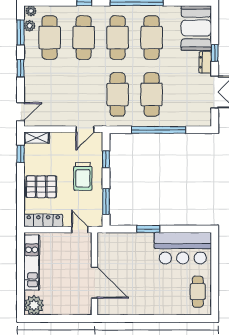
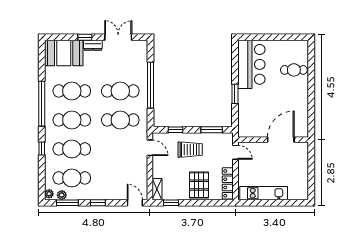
door: (80, 230) -> (236, 152), swing flipped
cafe table: (198, 292) -> (294, 70), moved
plant: (34, 305) -> (300, 191), removed

